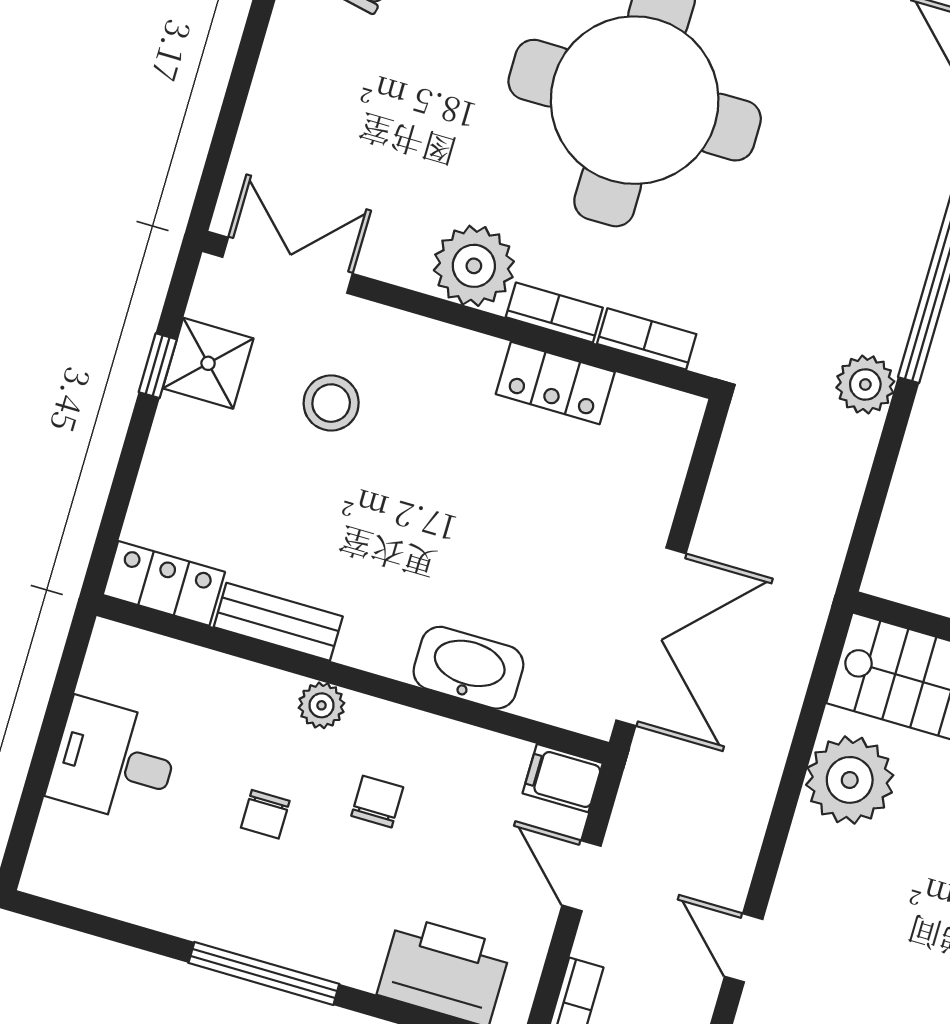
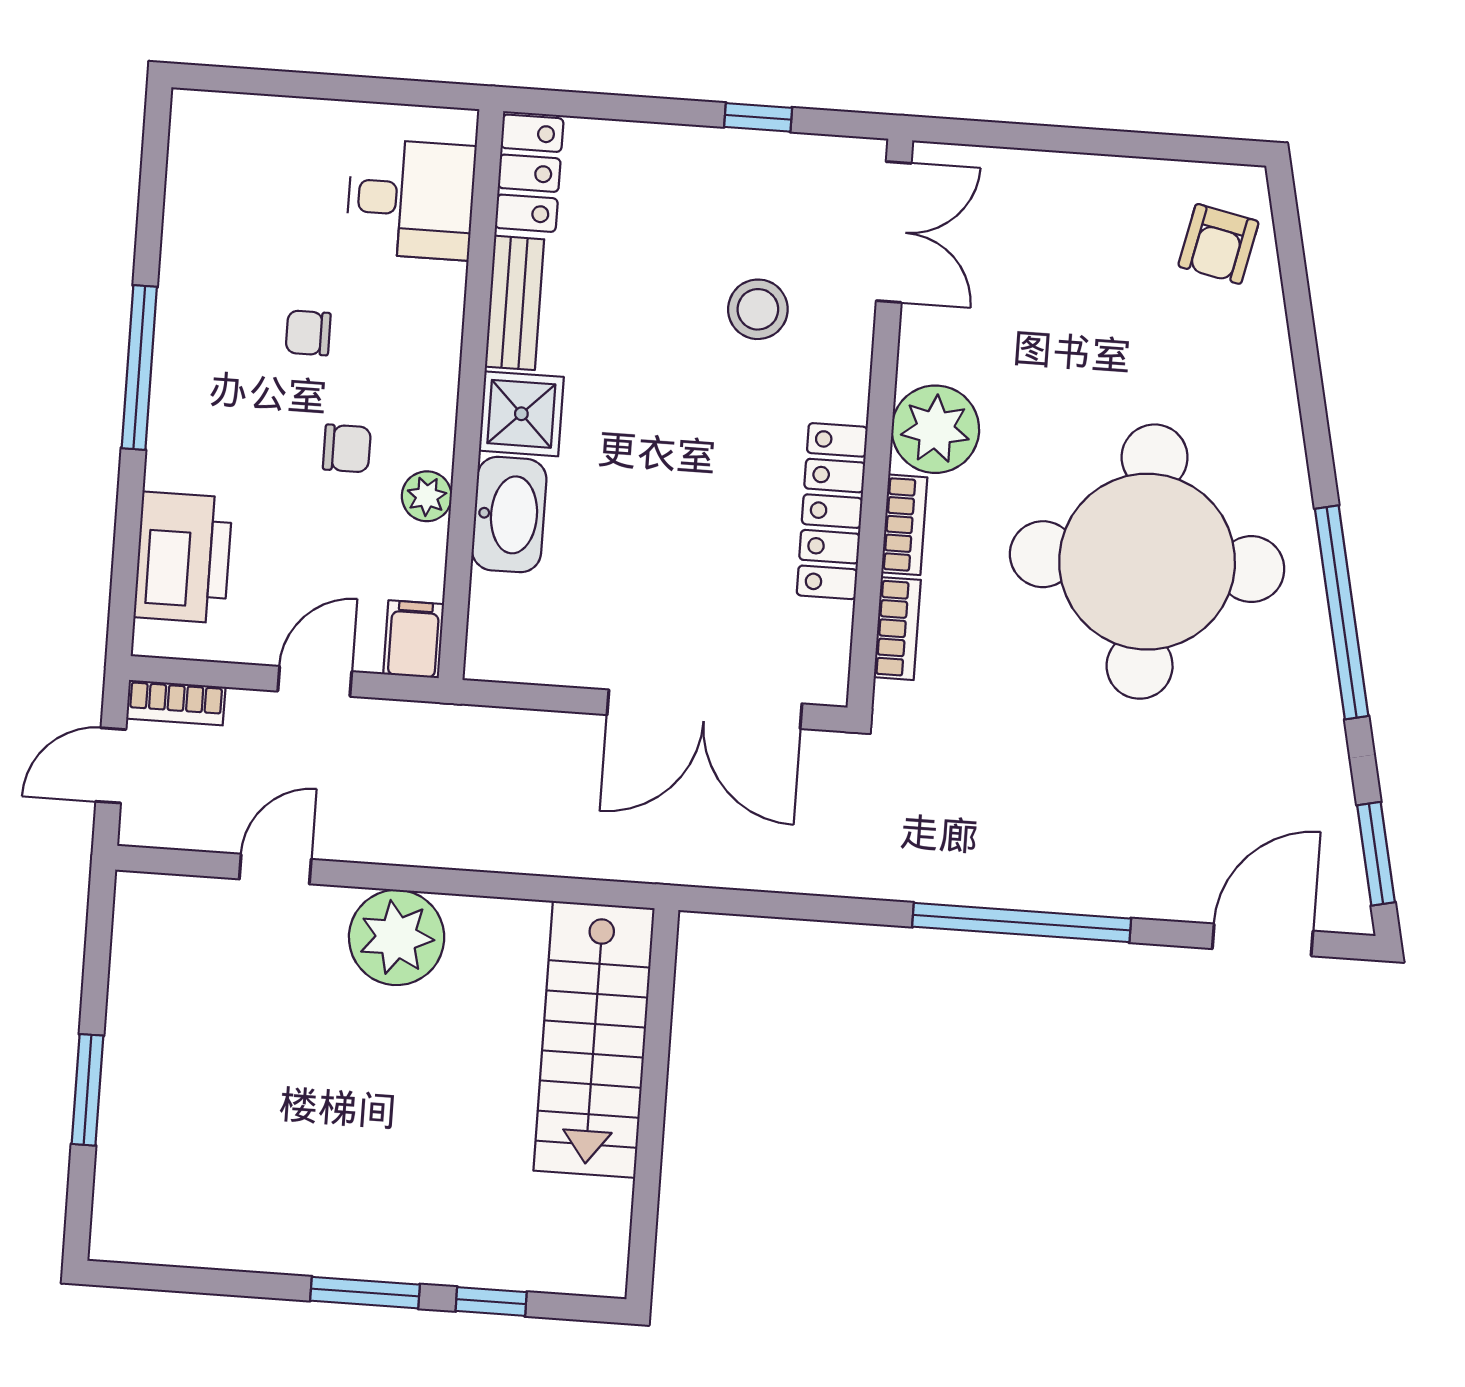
shower: (208, 363) -> (521, 414), moved
locker: (555, 383) -> (832, 511), width x1.53
plant: (865, 384) -> (899, 870), removed
double door: (651, 637) -> (704, 709), moved
plant: (321, 705) -> (427, 496), moved
desk: (114, 761) -> (411, 199), moved, turned 90
plant: (850, 780) -> (397, 937), moved

